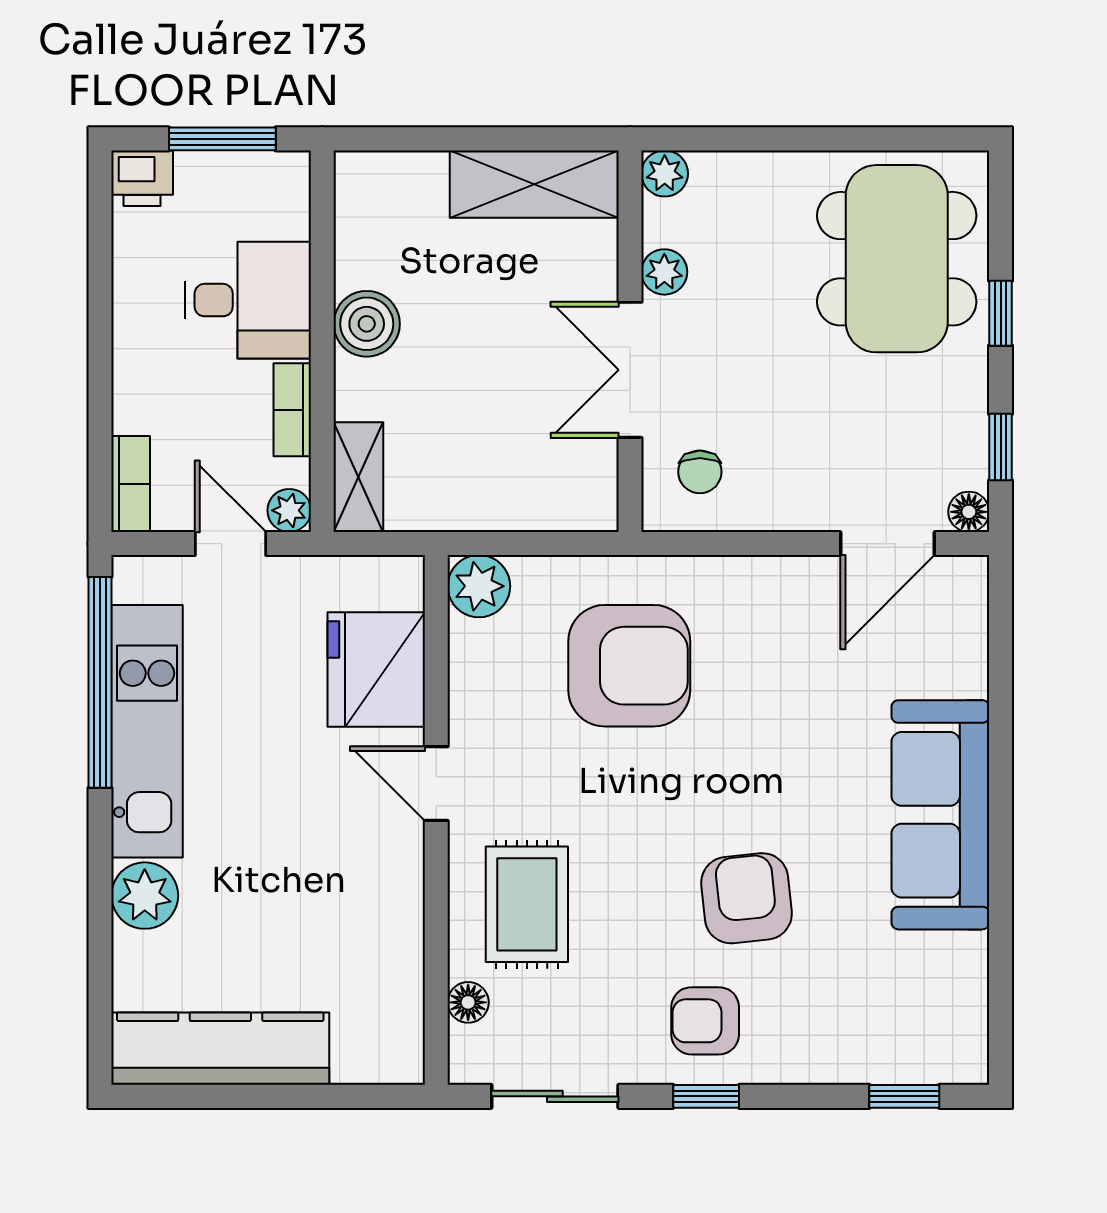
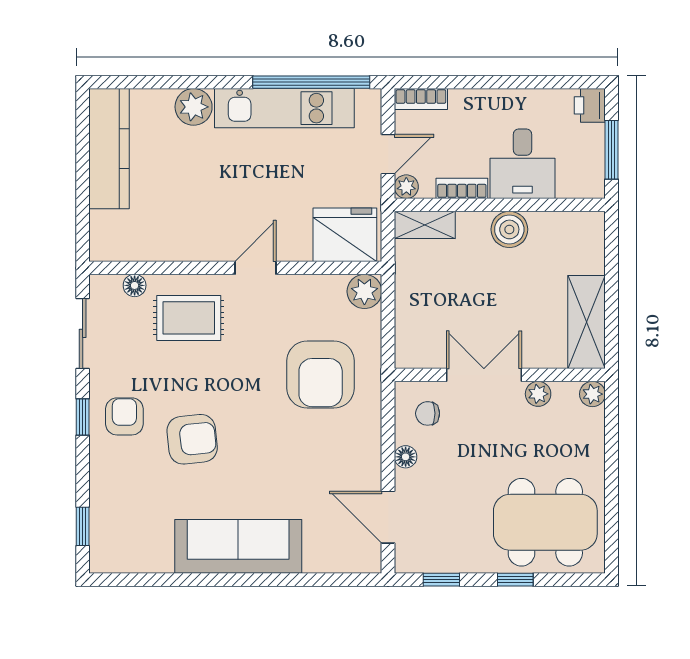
floor lamp: (969, 512) -> (406, 457), moved
fridge: (376, 669) -> (345, 235), moved

